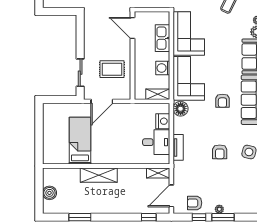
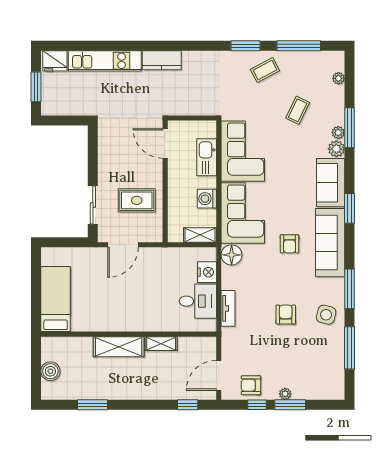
bed: (80, 141) -> (56, 299), moved
armchair: (220, 152) -> (286, 315), turned 180
shelving: (158, 173) -> (161, 344), moved

